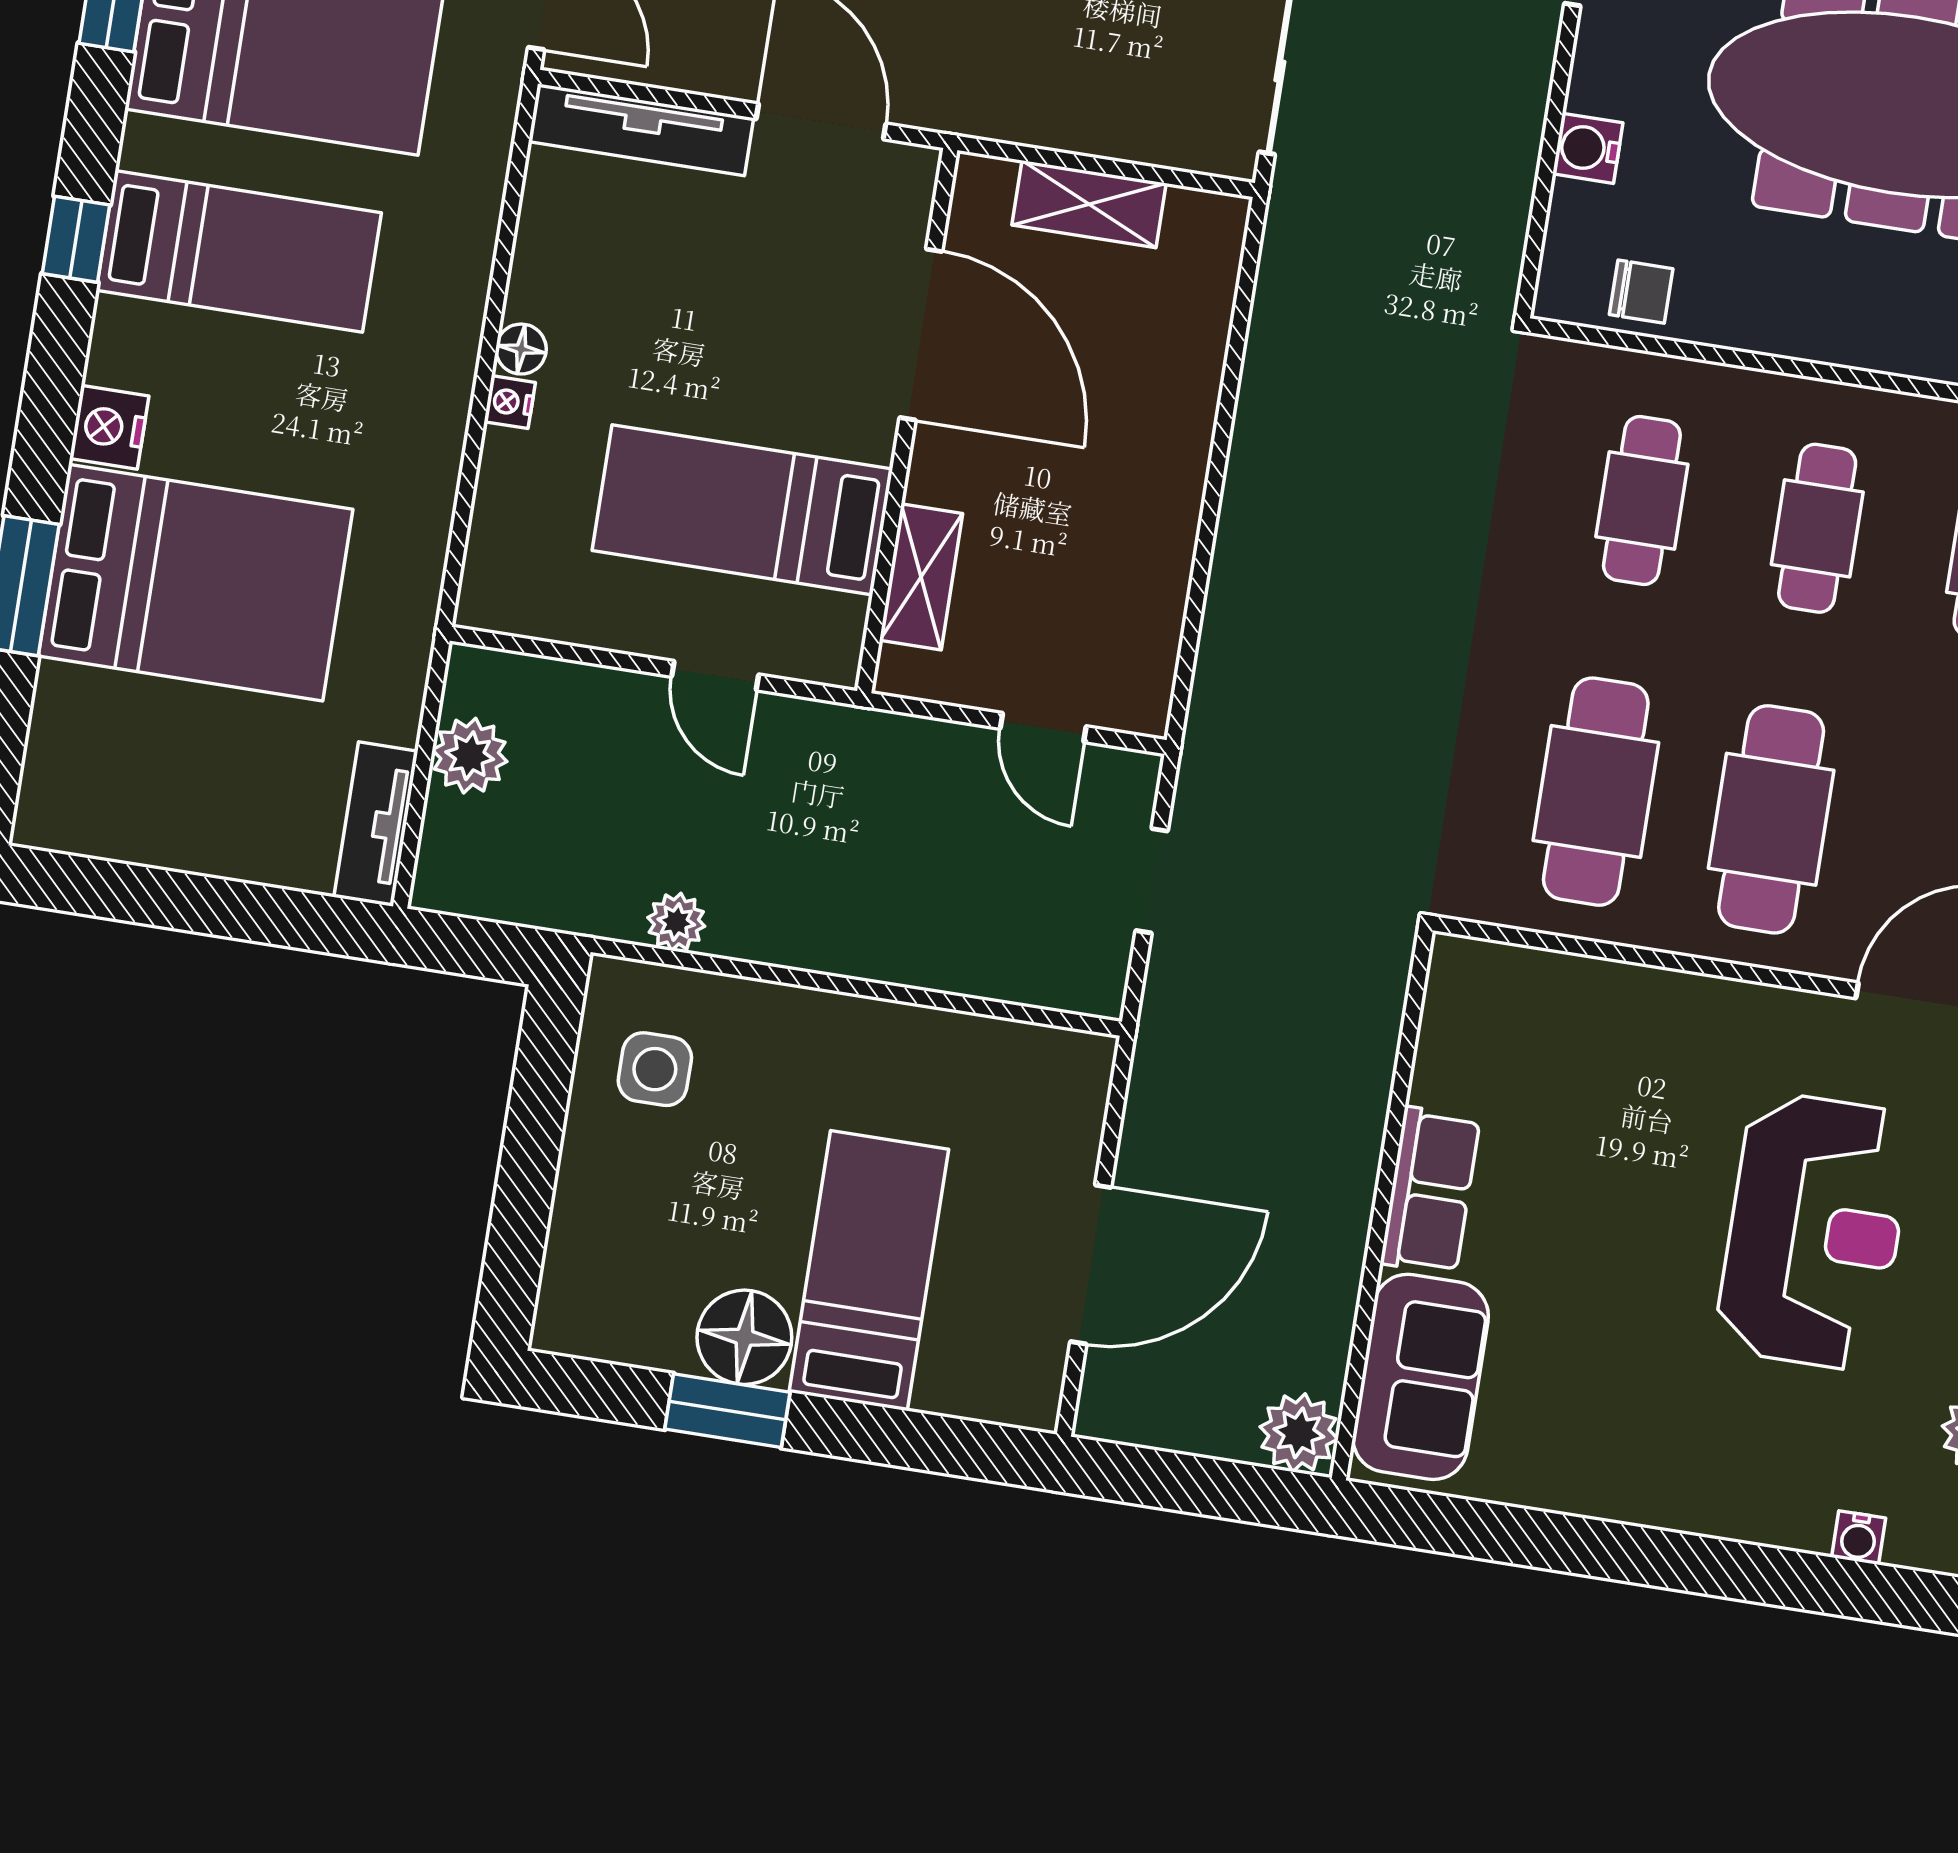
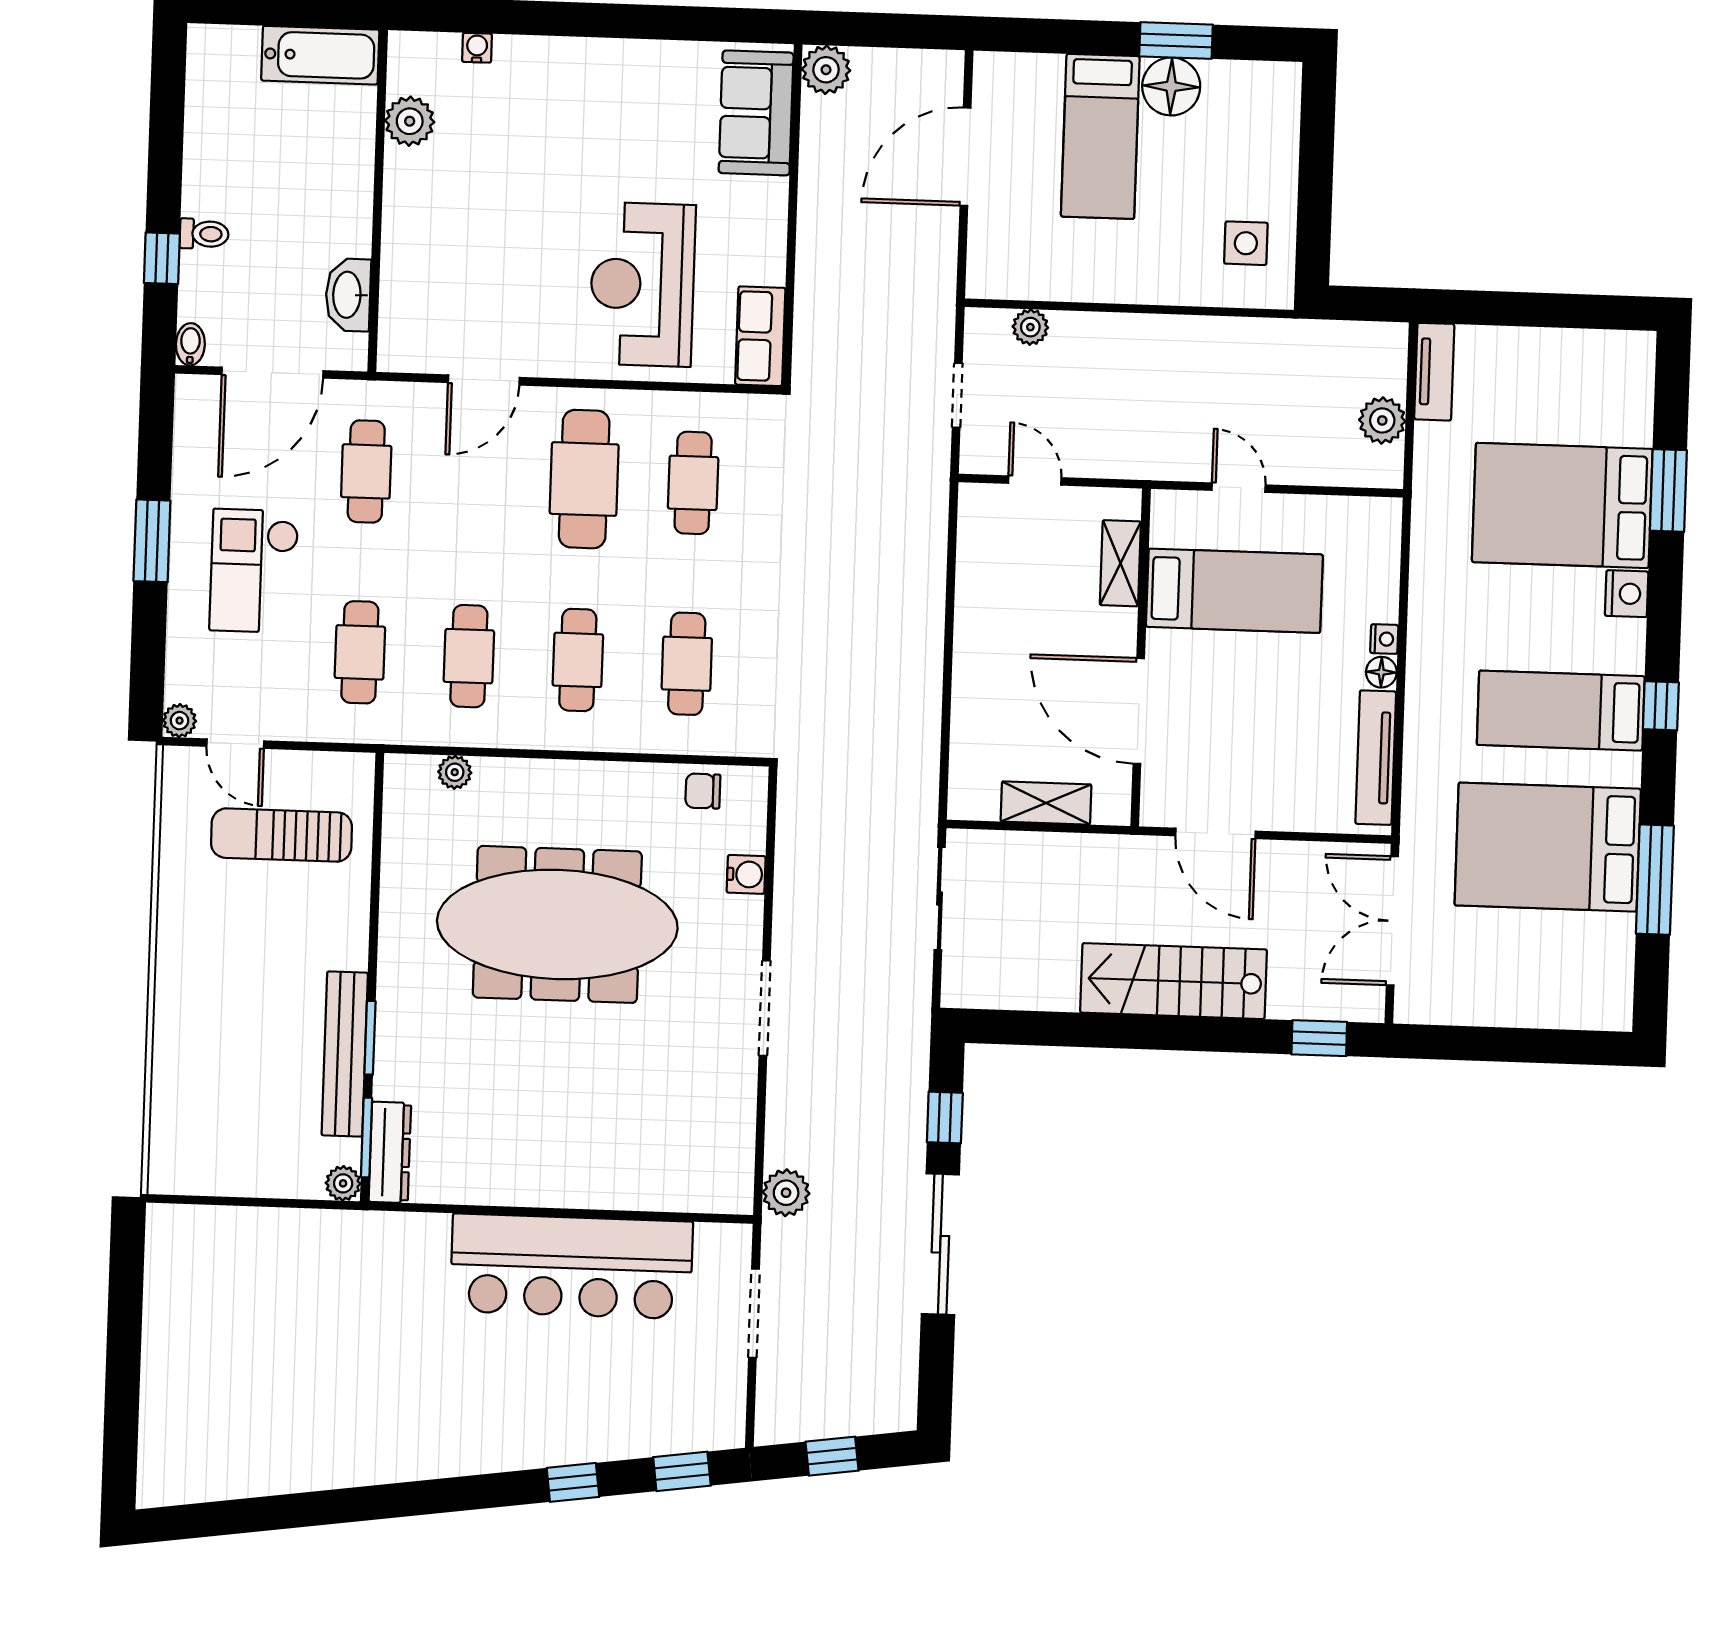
tv unit: (642, 130) -> (1376, 758), moved, turned -90
cafe table: (1596, 792) -> (693, 483), width x0.73, depth x0.74
plant: (676, 922) -> (1030, 327), moved
row of seats: (1430, 1191) -> (760, 336), moved
reception desk: (1814, 1231) -> (642, 284), moved

